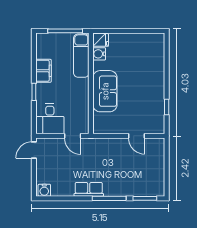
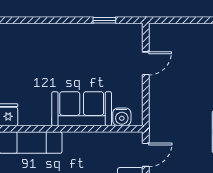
water cooler: (99, 54) -> (122, 117), moved

